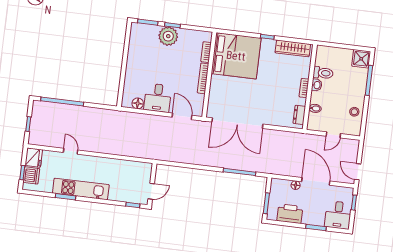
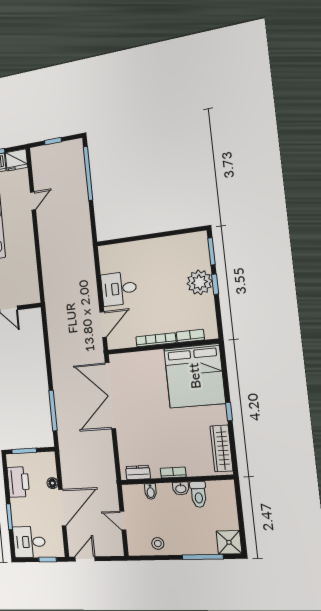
floor lamp: (138, 103) -> (106, 266), removed

